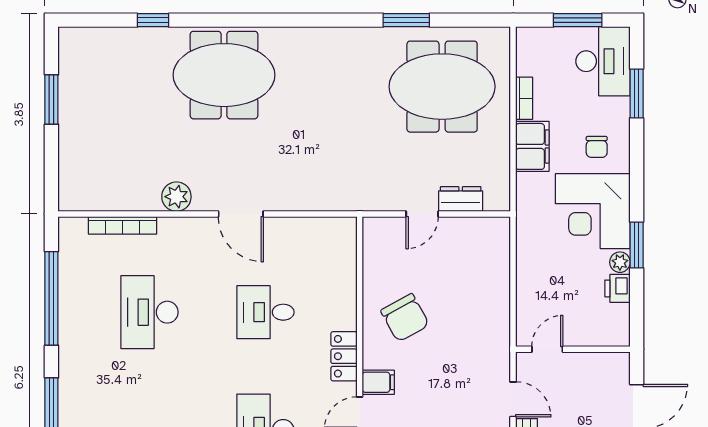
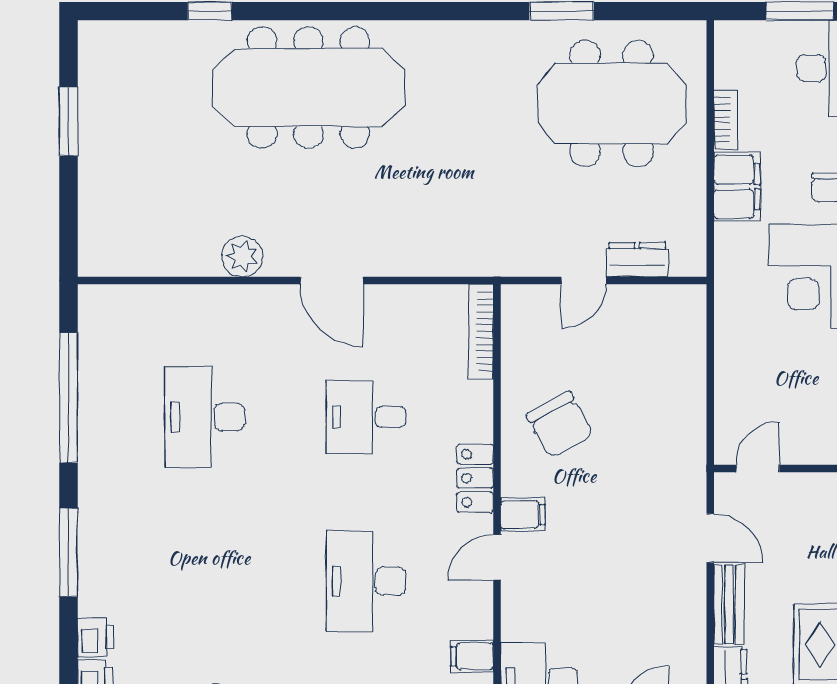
meeting table: (224, 75) -> (308, 87), width x1.36
bookcase: (122, 225) -> (481, 332), moved, turned 90

